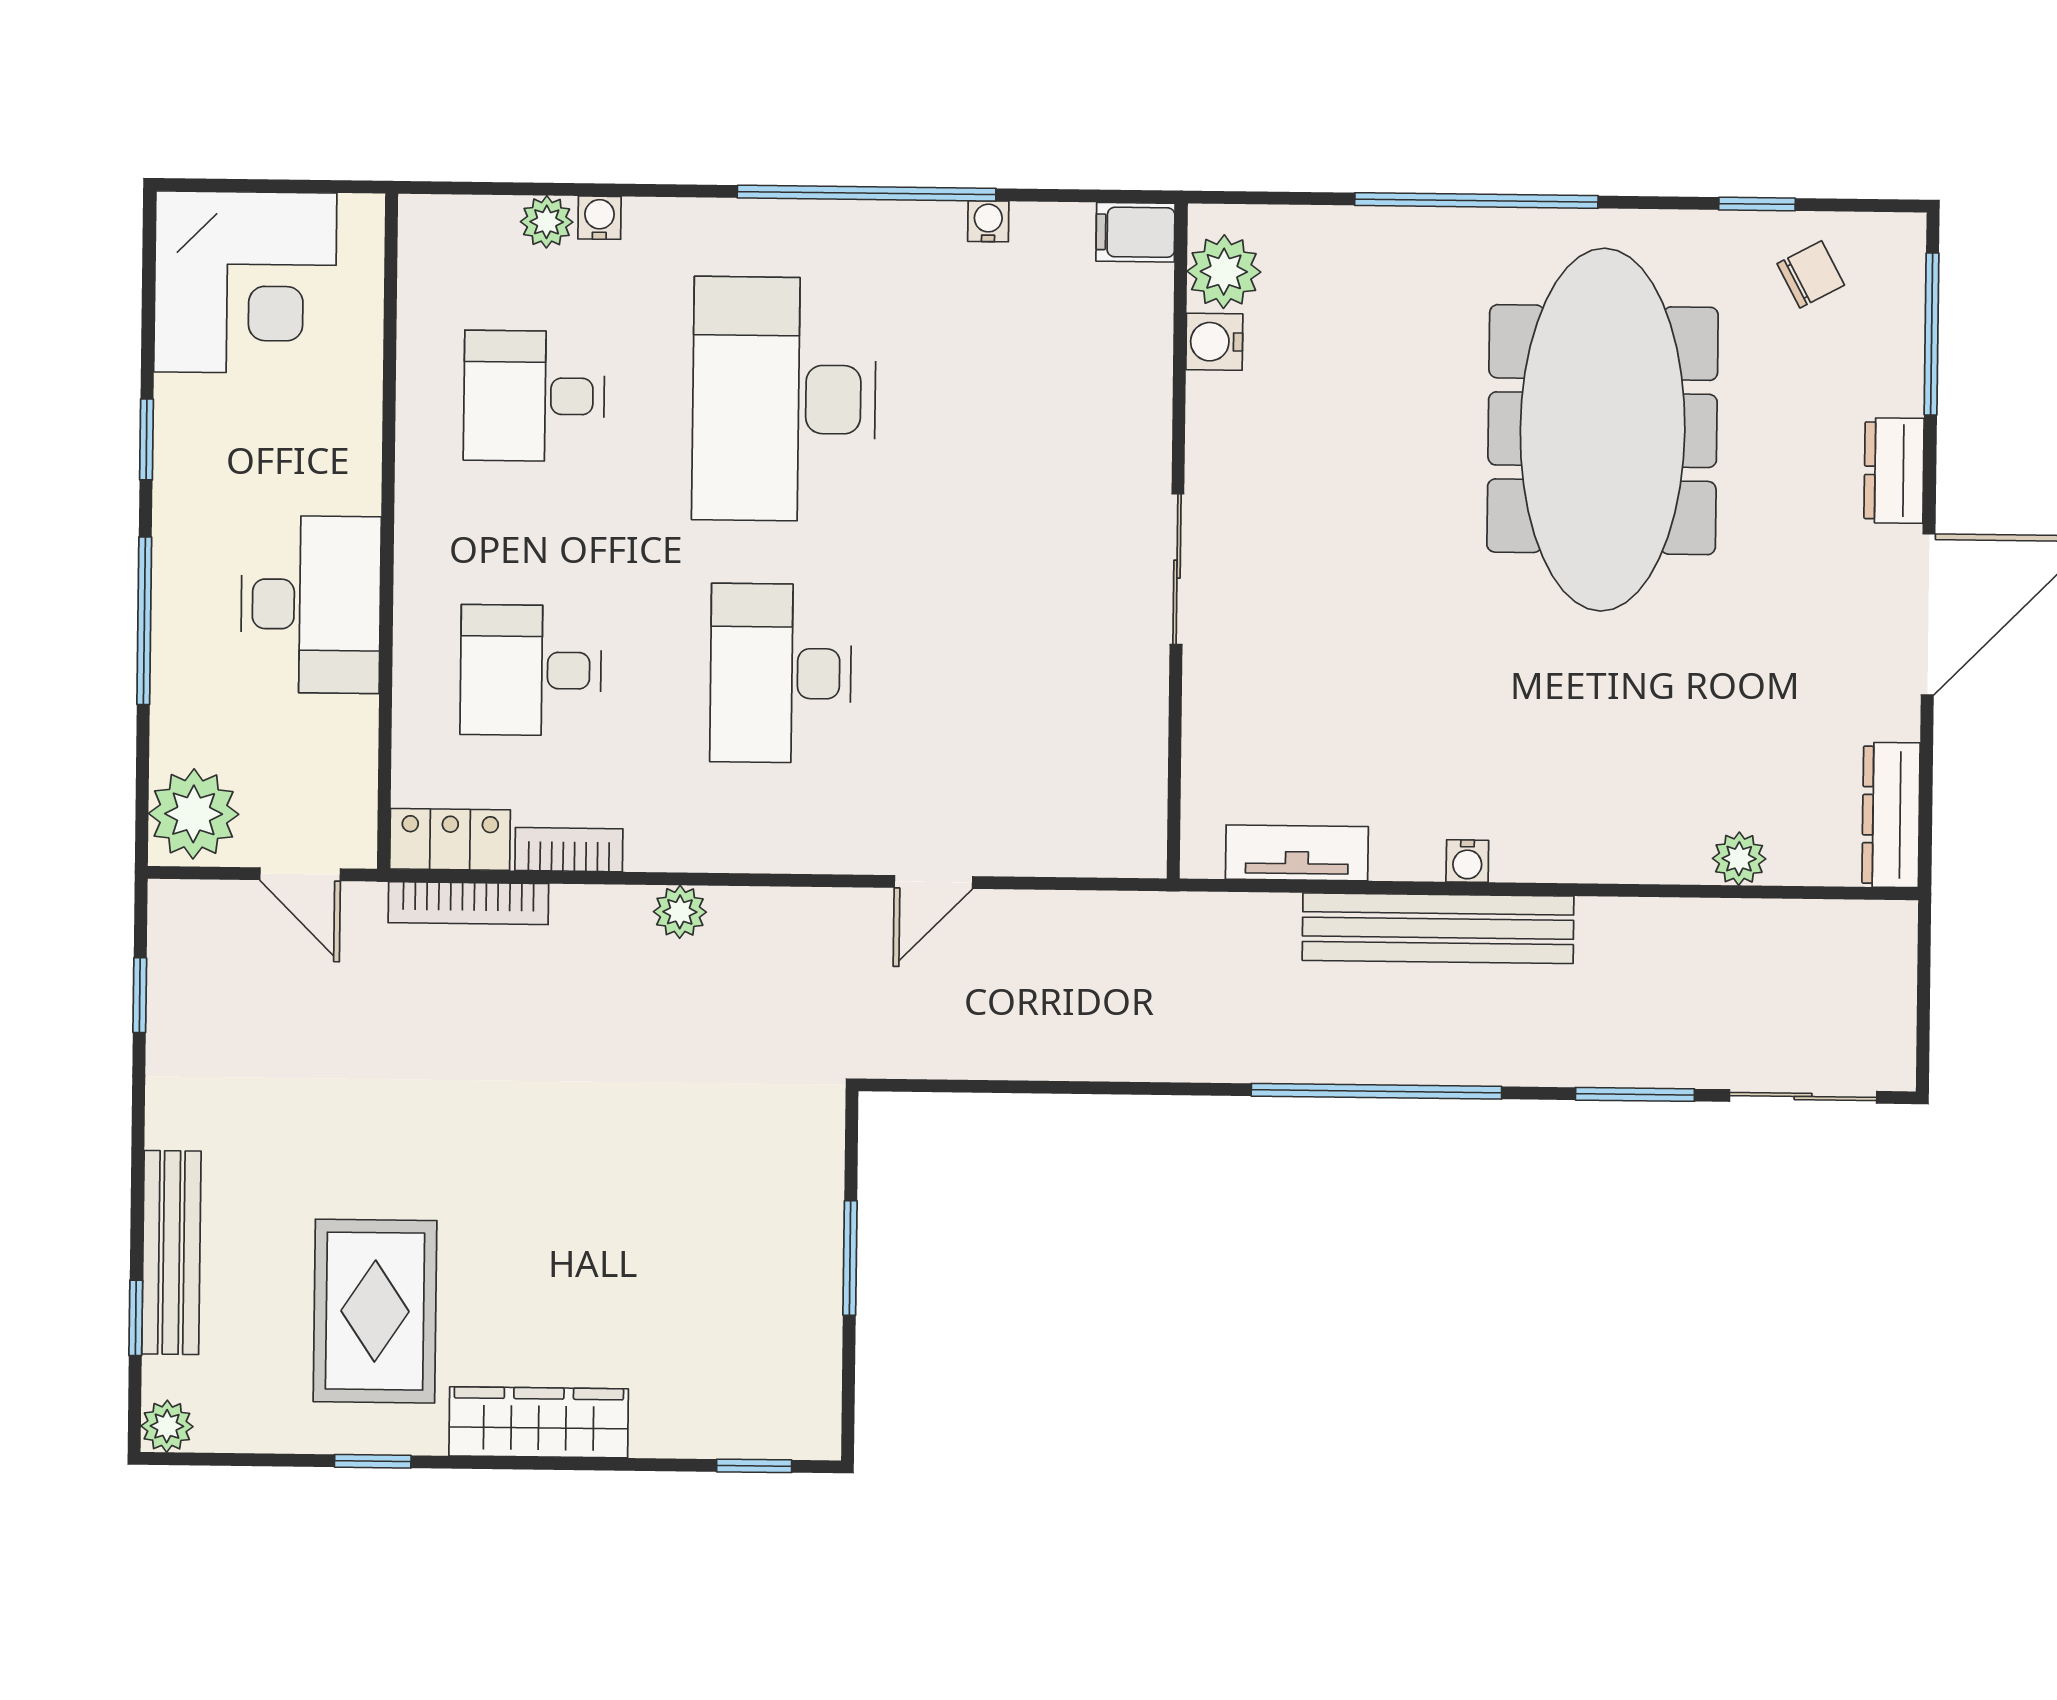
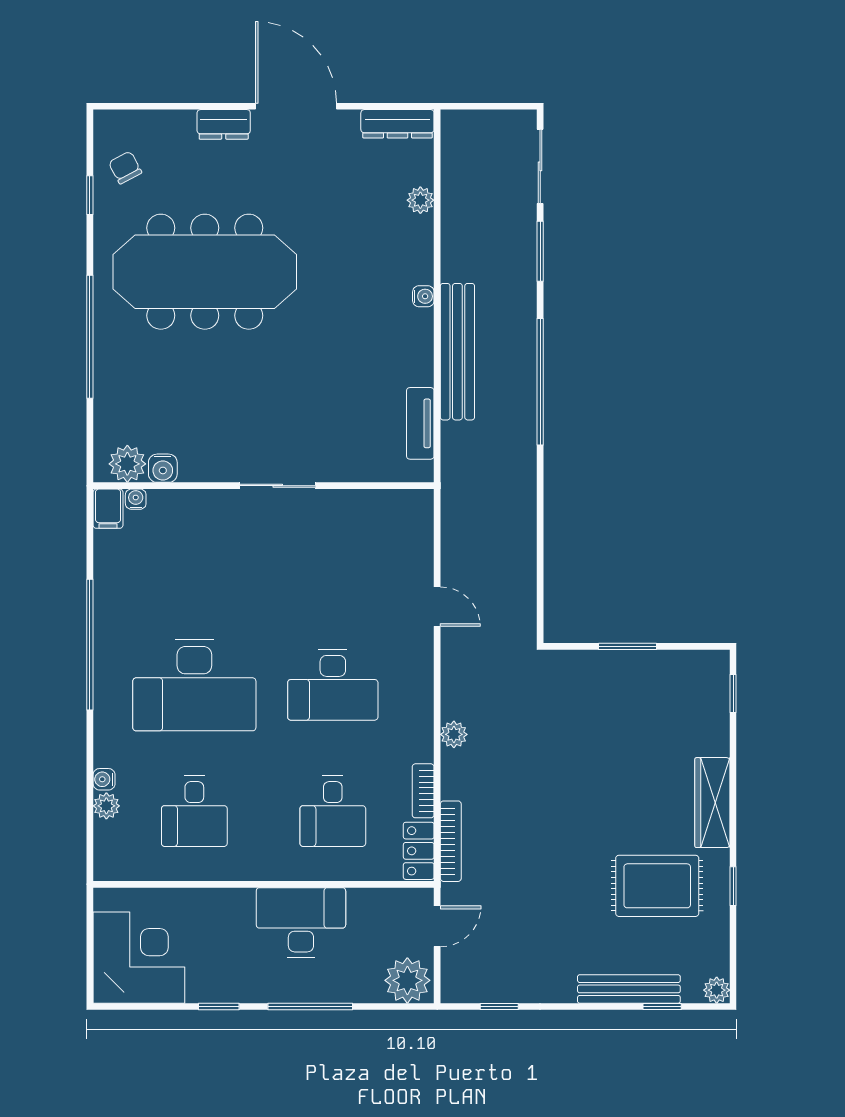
water cooler: (988, 221) -> (136, 499), moved, turned 90
window: (1932, 334) -> (154, 106), removed
water cooler: (1467, 861) -> (423, 296), moved

